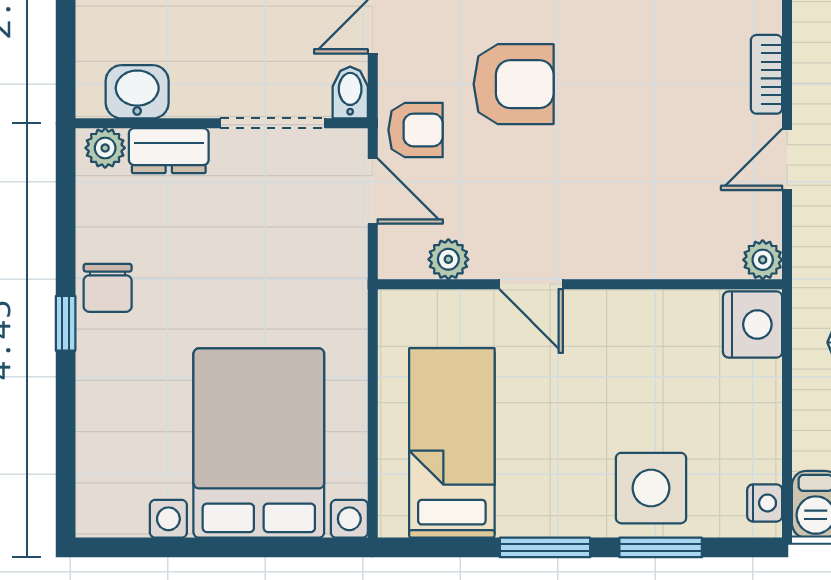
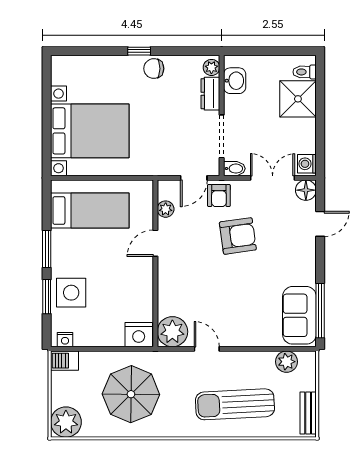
bookcase: (767, 74) -> (242, 340), removed
armchair: (514, 84) -> (238, 236), turned -98
plant: (763, 260) -> (172, 332), width x1.88, depth x1.88

